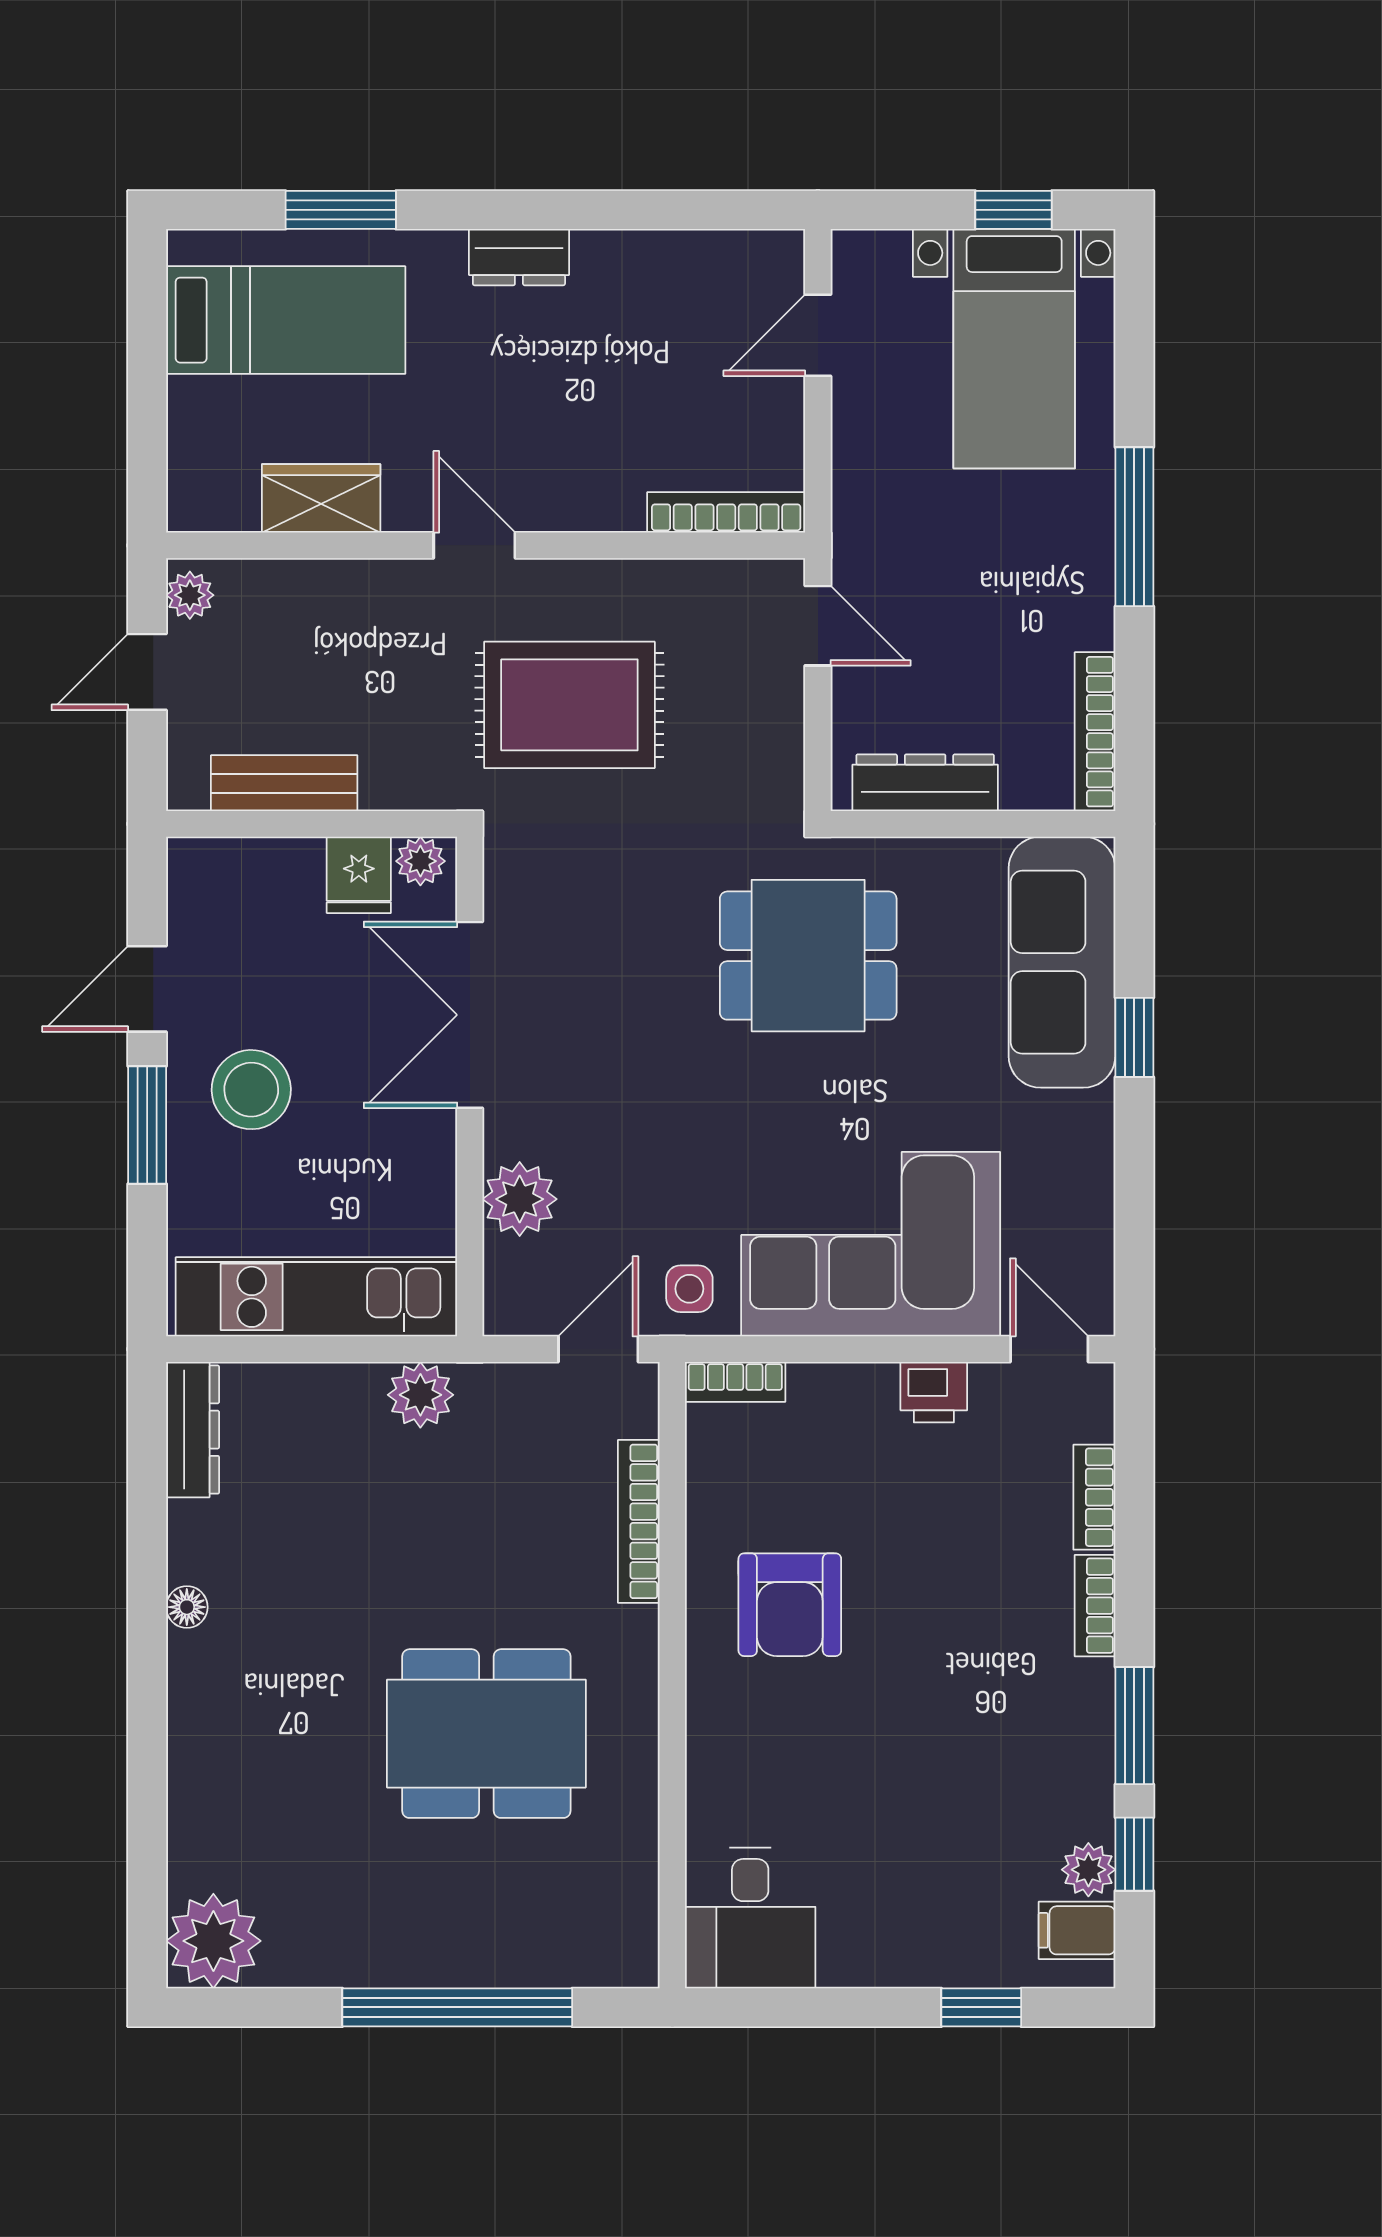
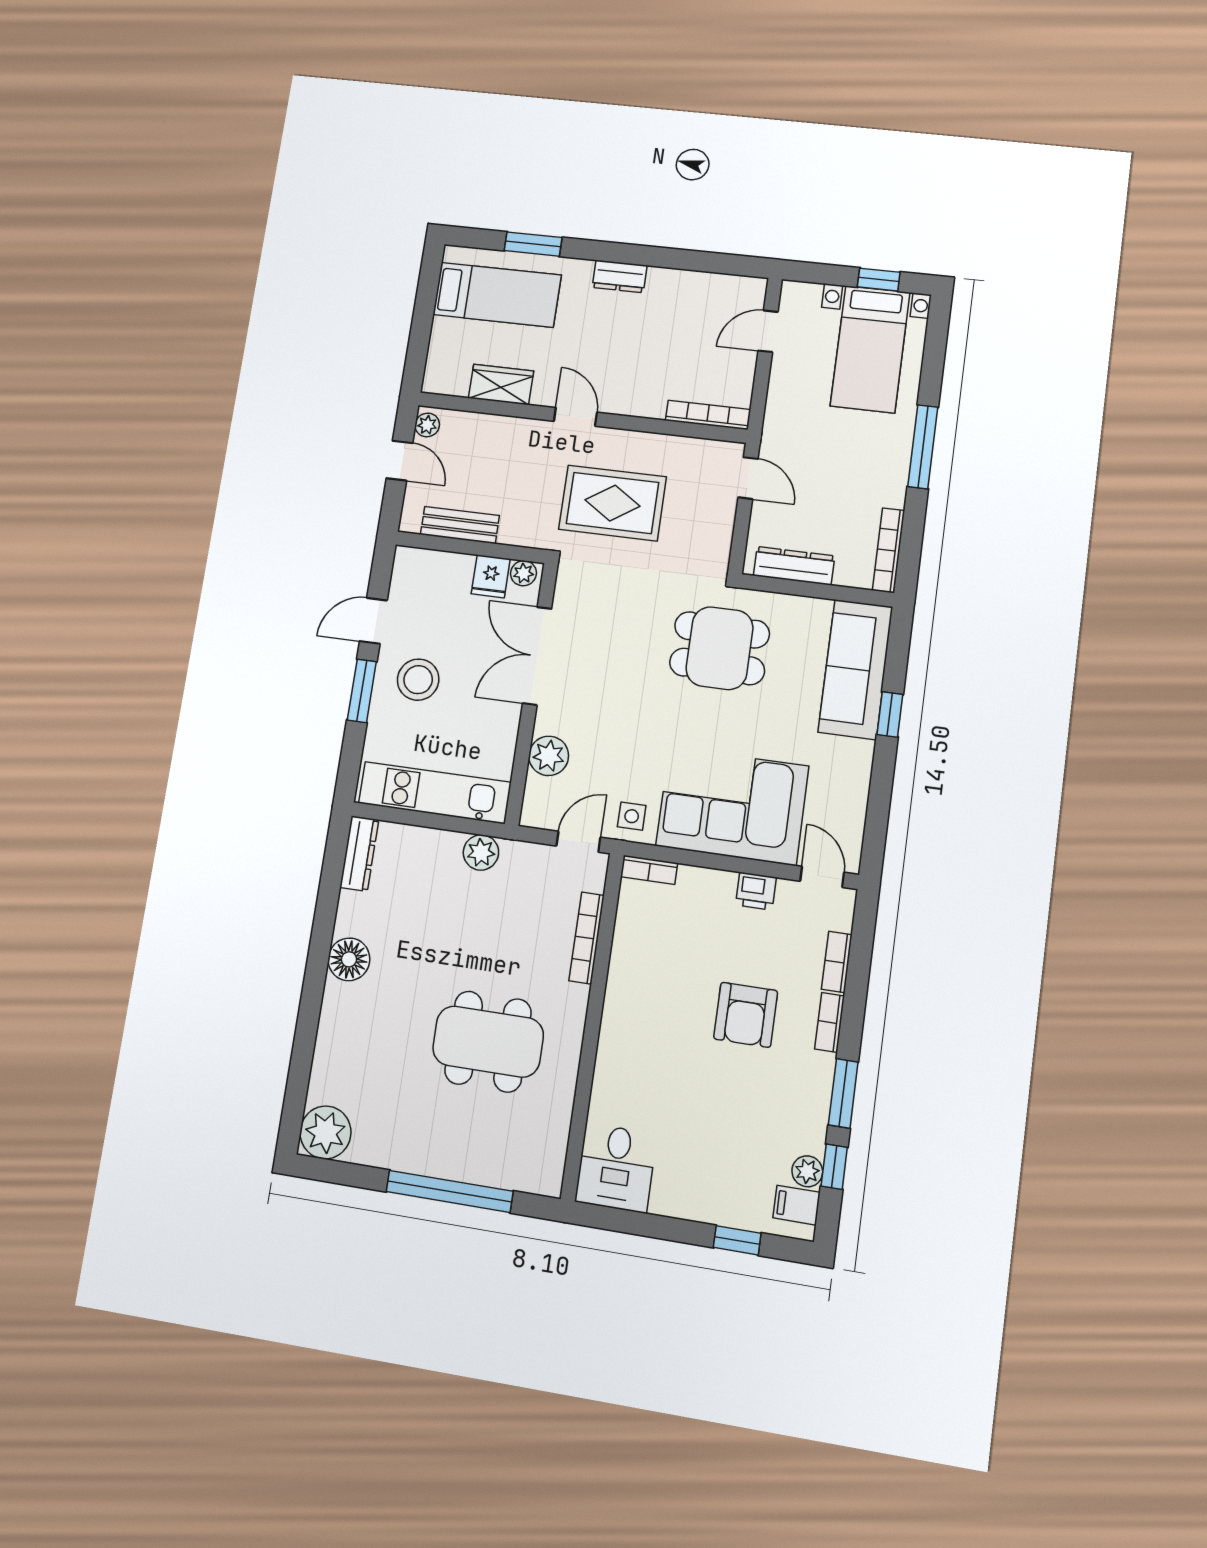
door: (147, 672) -> (399, 461), swing flipped
armchair: (790, 1605) -> (746, 1015), moved
floor lamp: (187, 1607) -> (349, 959), width x1.89, depth x1.89

